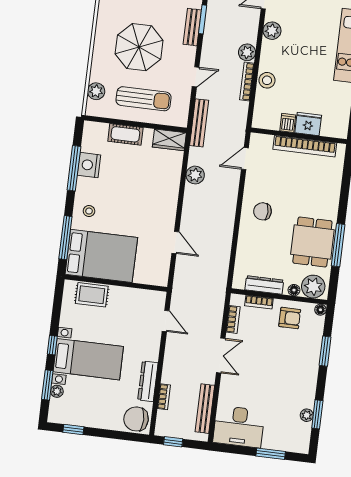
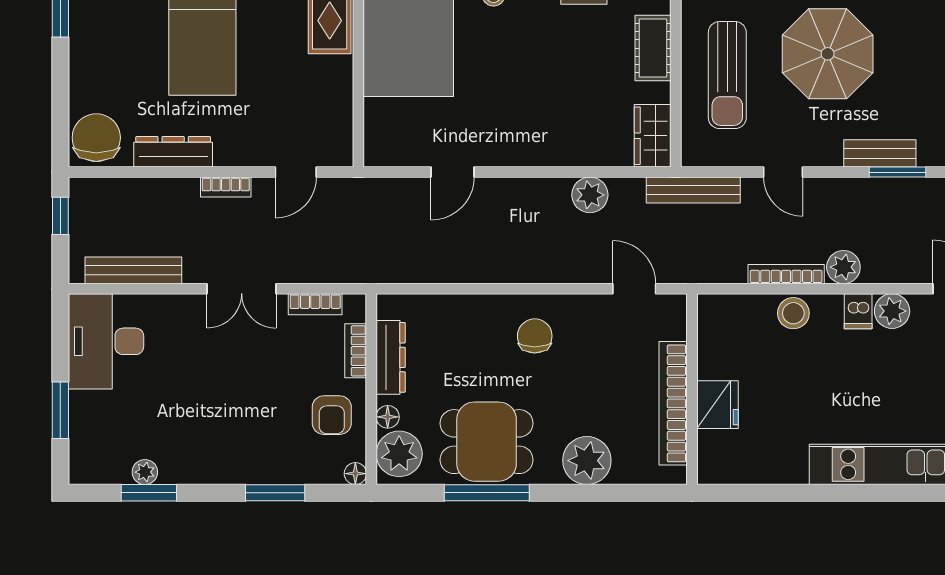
dishwasher: (288, 123) -> (858, 311), moved, turned 90
plant: (328, 193) -> (587, 461), added
bookcase: (164, 397) -> (226, 187), moved

